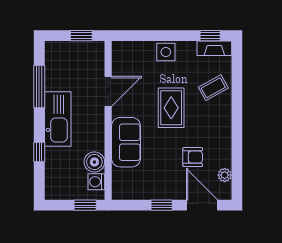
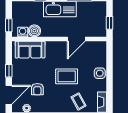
window: (210, 36) -> (109, 100), removed
door: (108, 91) -> (76, 39), hinge flipped
sofa: (126, 142) -> (30, 50), moved

